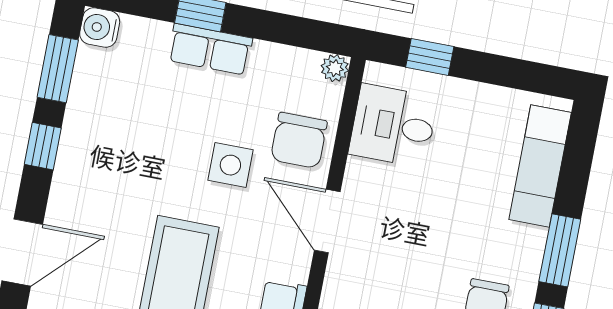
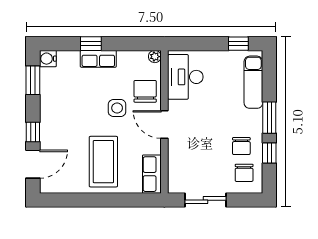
window: (430, 57) -> (238, 44), moved
desk: (393, 126) -> (185, 77), width x1.37
chair: (299, 140) -> (145, 91), turned 180
window: (43, 146) -> (33, 132), moved

